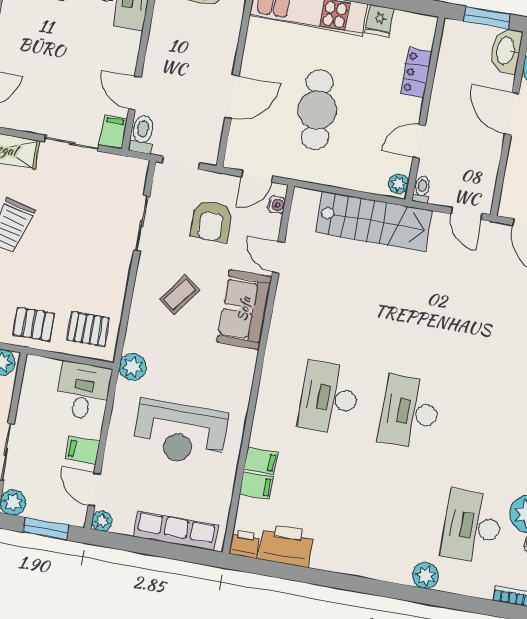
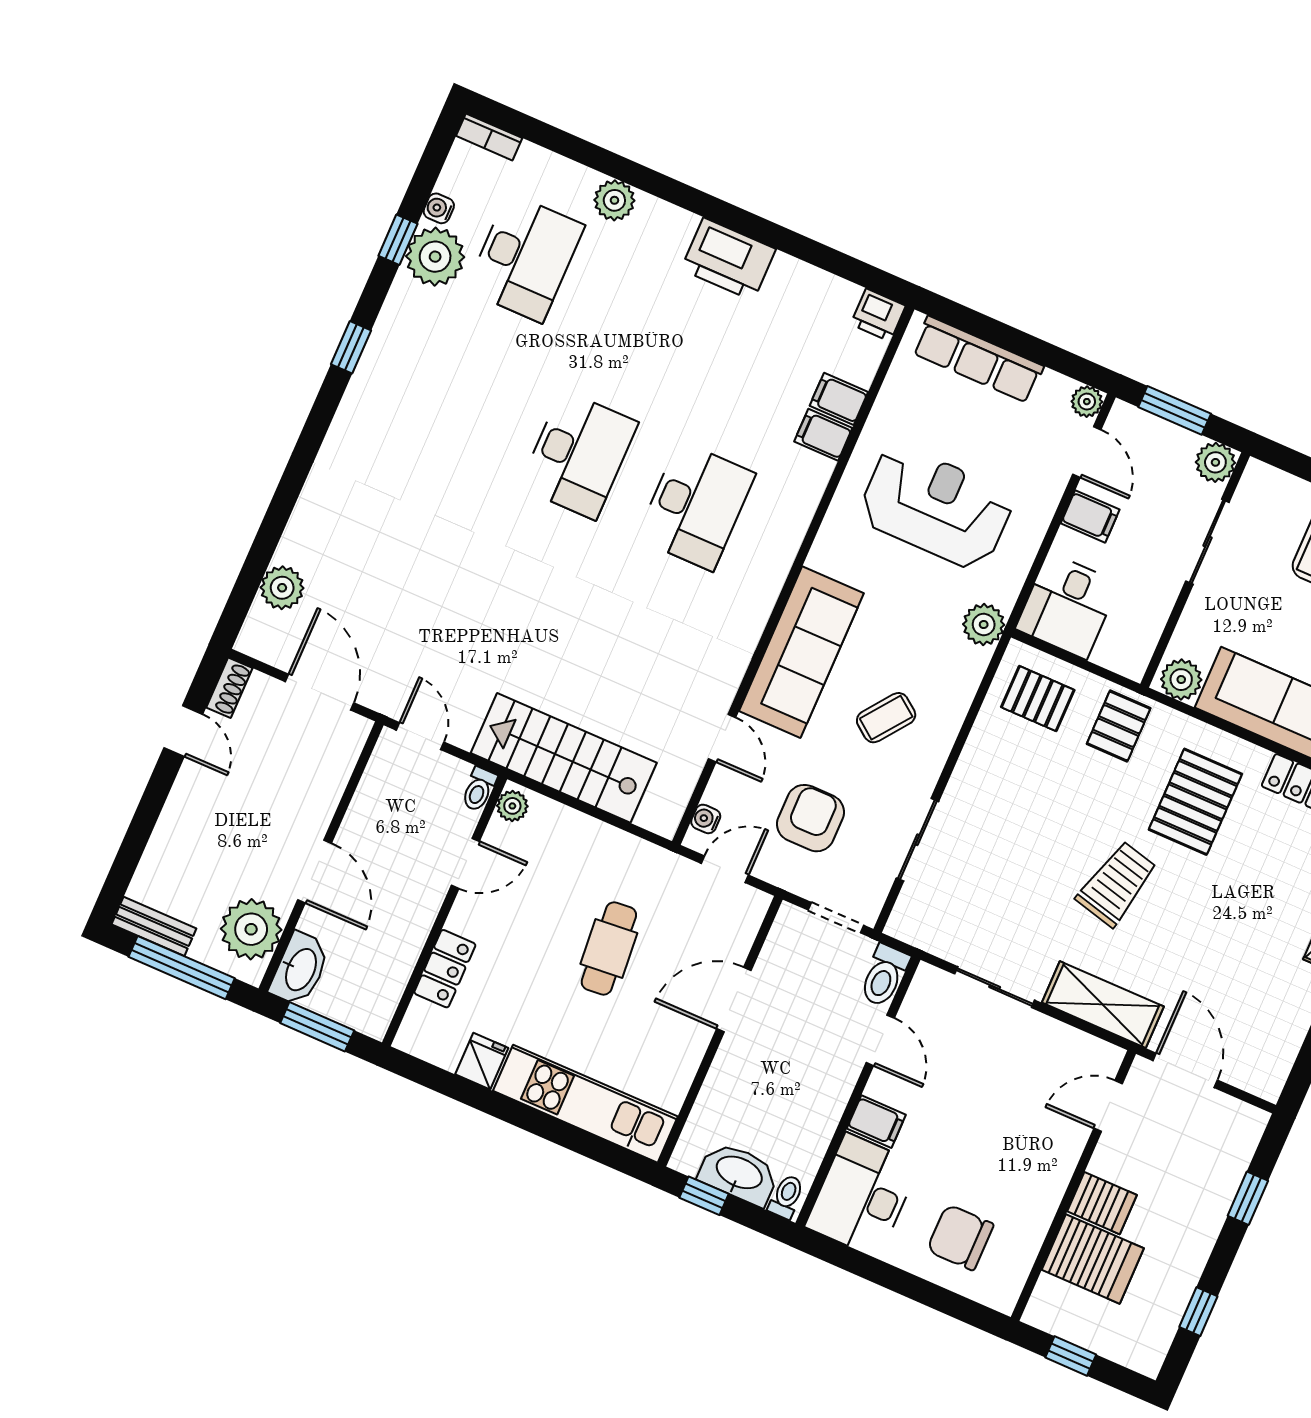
cafe table: (317, 110) -> (609, 948), width x0.73, depth x0.74
filing cabinet: (113, 132) -> (876, 1122), moved, turned -90
sofa: (244, 309) -> (801, 652), width x1.36
pallet: (34, 324) -> (1119, 726), turned 90
printer: (286, 545) -> (728, 259), moved

